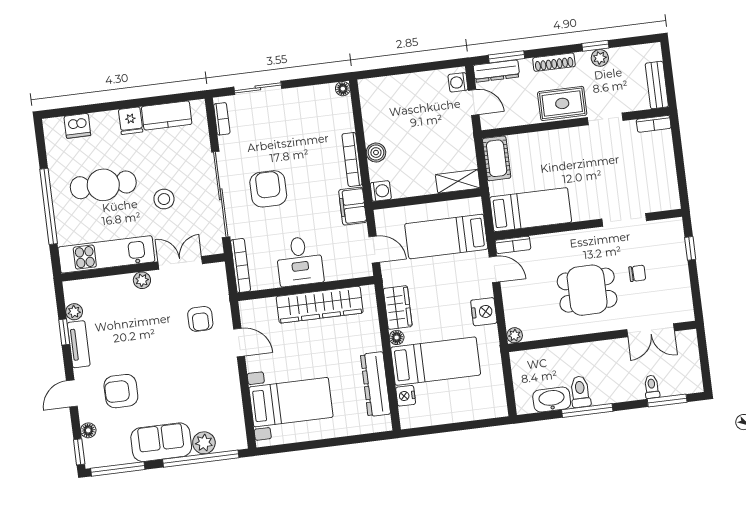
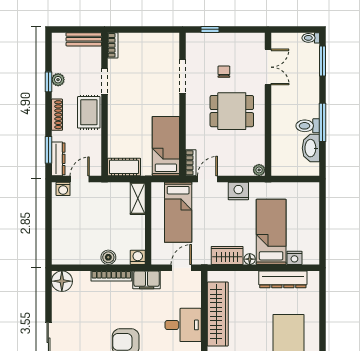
floor lamp: (343, 89) -> (62, 281), width x1.89, depth x1.89
dining table: (587, 290) -> (232, 111), turned 90
toilet: (652, 387) -> (311, 38), moved

